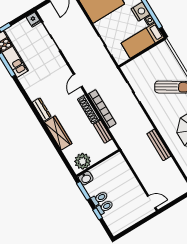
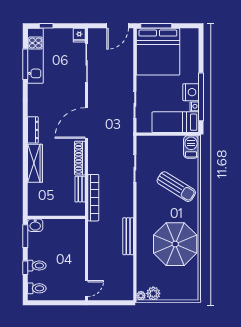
barbecue: (165, 52) -> (191, 147), added
door: (78, 81) -> (87, 123), width x1.88
bookcase: (102, 109) -> (93, 198), moved
plant: (83, 161) -> (42, 206), removed
toilet: (100, 198) -> (37, 288), moved
door: (152, 202) -> (87, 289), hinge flipped

